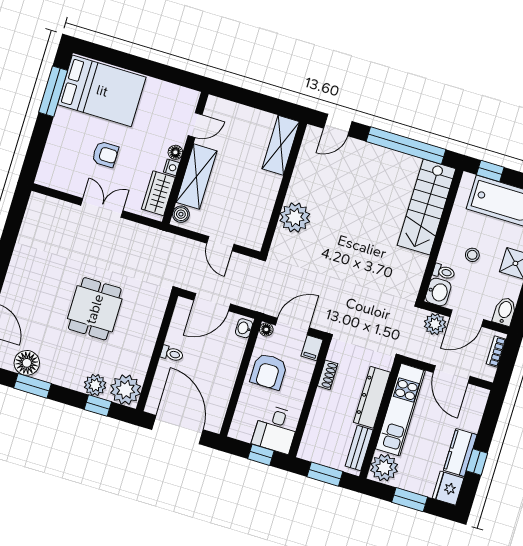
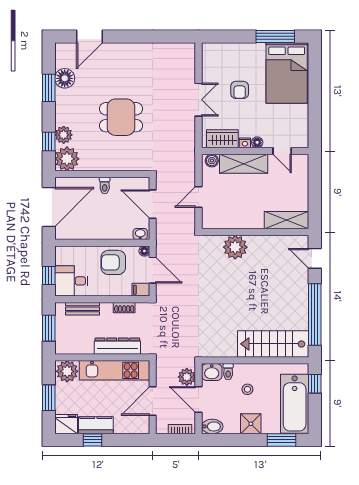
bench: (359, 448) -> (82, 309), moved

